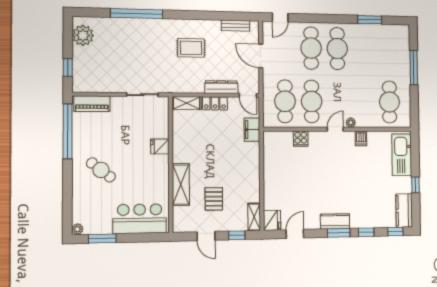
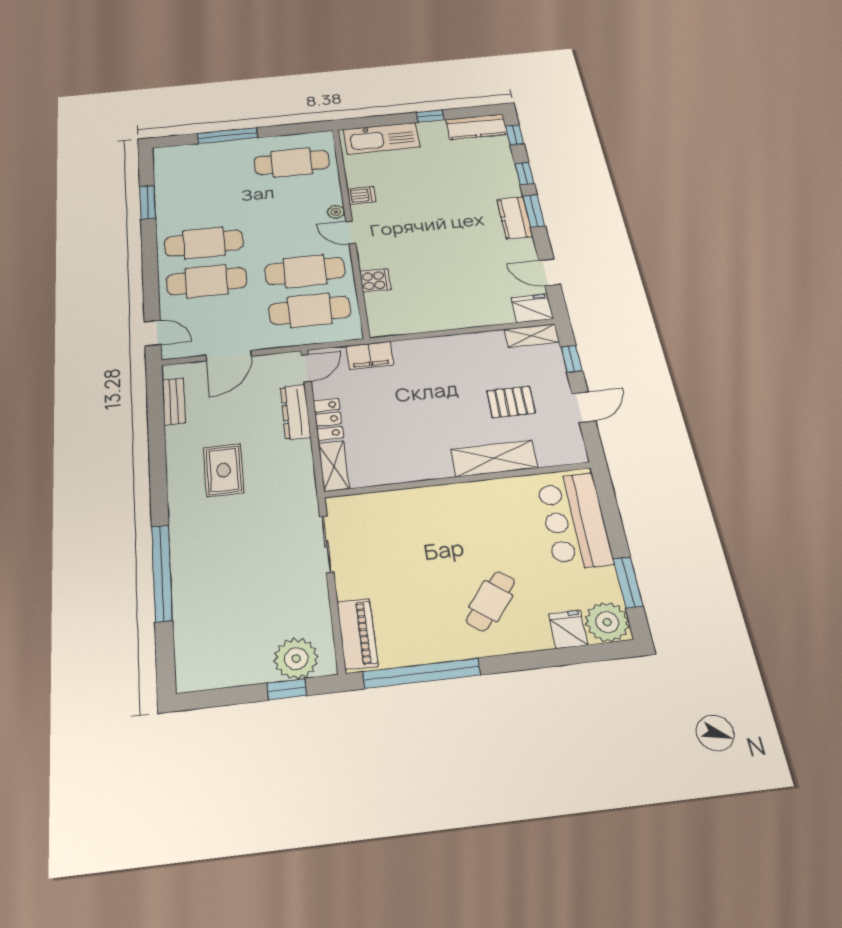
plant: (83, 35) -> (296, 659), moved
fridge: (160, 146) -> (568, 629), moved, turned 180
plant: (77, 229) -> (607, 622), width x1.88, depth x1.88

